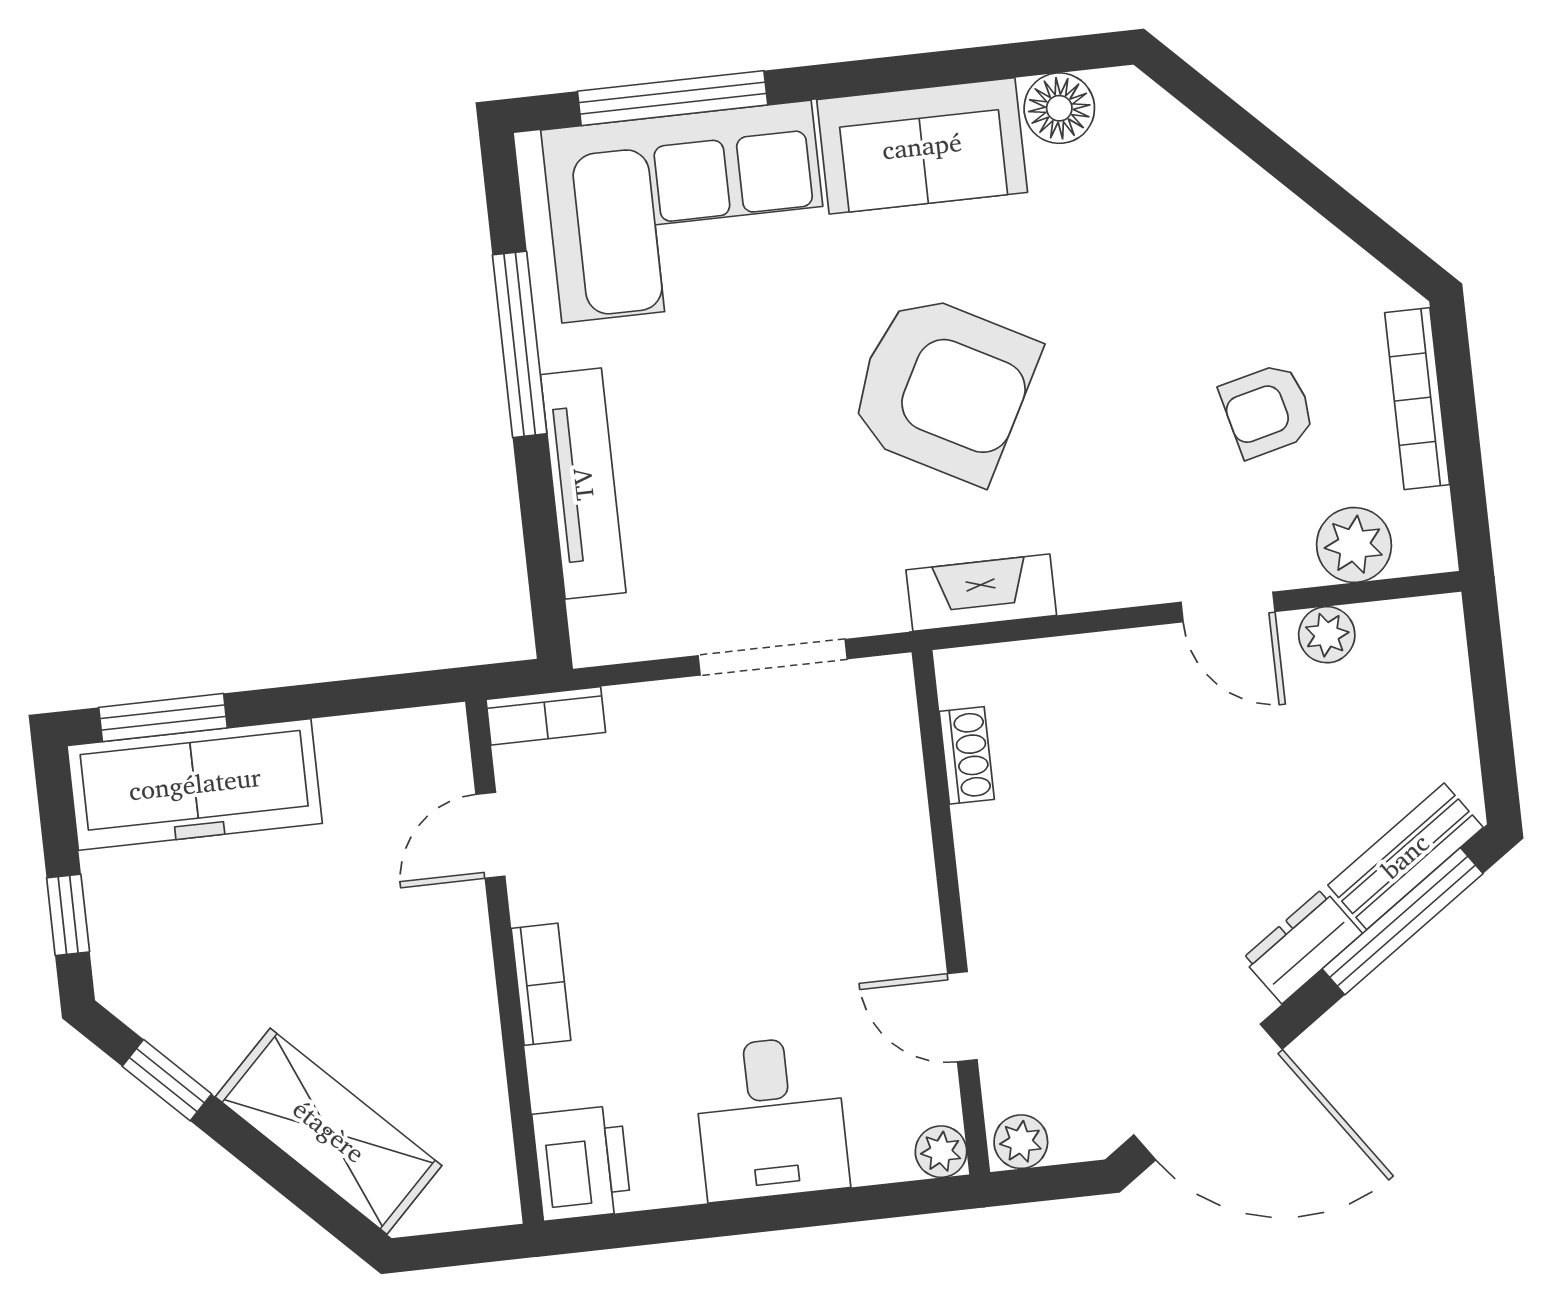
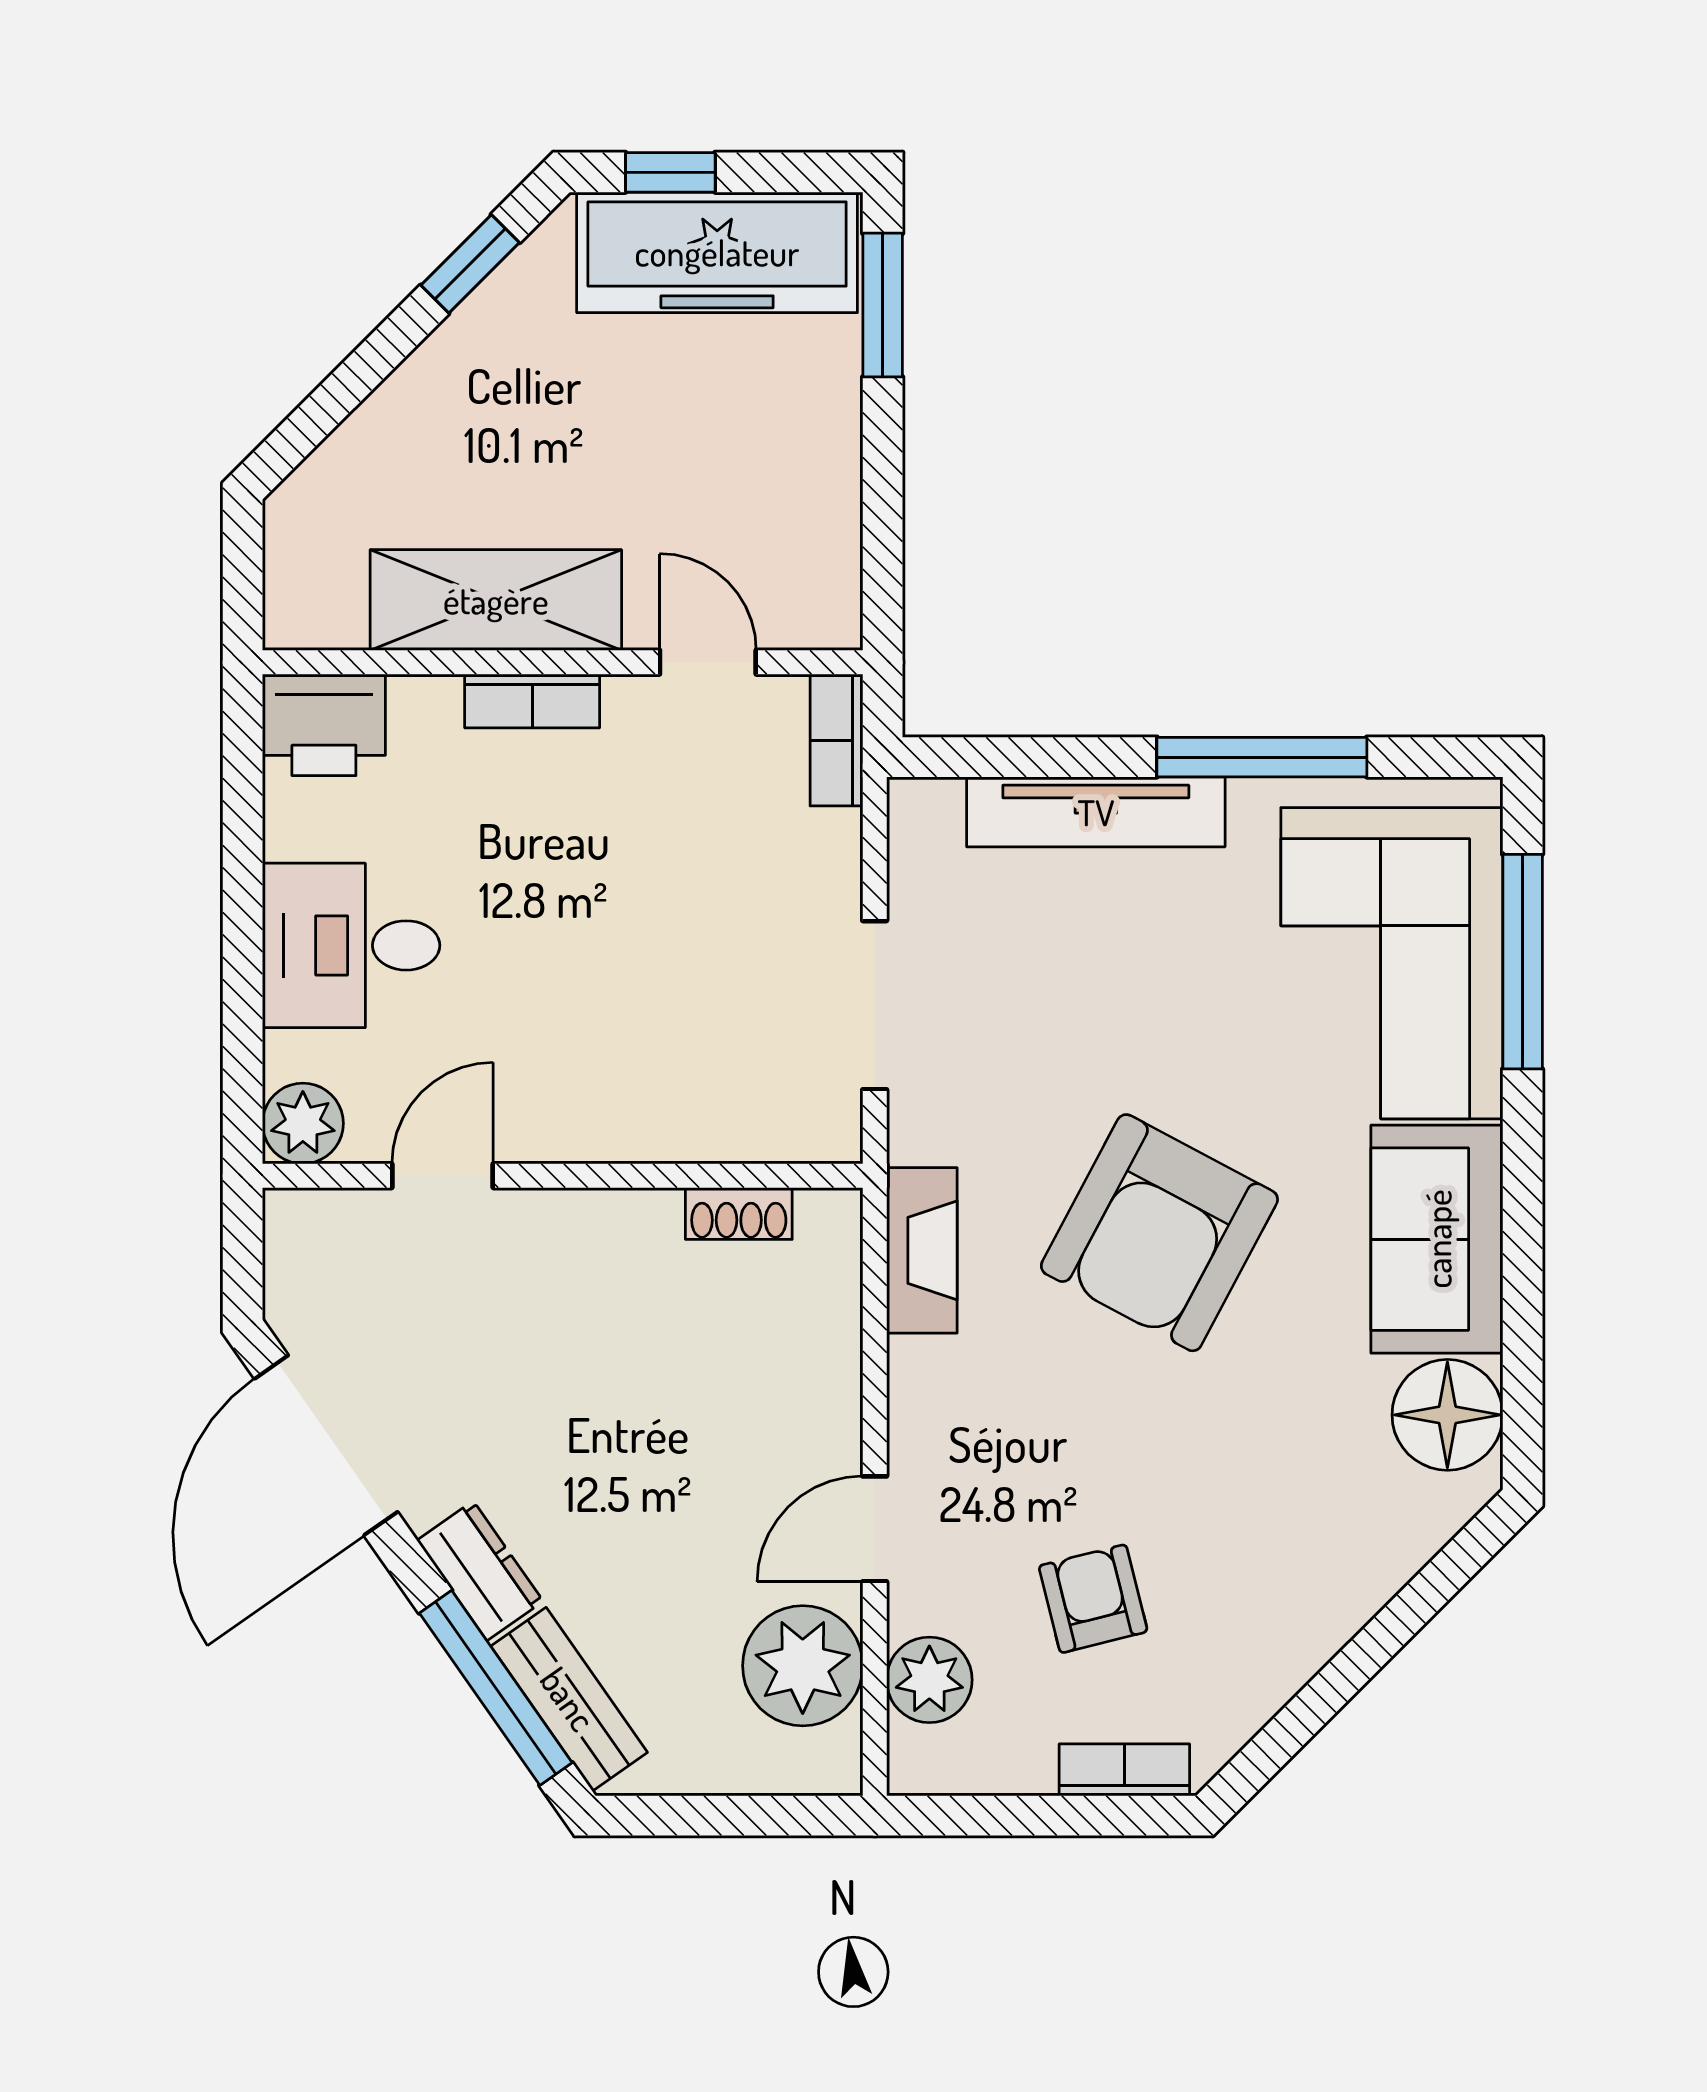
floor lamp: (1059, 108) -> (1447, 1415), width x1.38, depth x1.38
bookcase: (1417, 399) -> (1124, 1770), width x0.64
plant: (1327, 635) -> (803, 1666), width x1.88, depth x1.88
freezer: (195, 784) -> (717, 252), moved, turned -90
shelving: (329, 1131) -> (496, 600), moved, turned 45
plant: (1021, 1142) -> (293, 1226), removed
plant: (941, 1152) -> (303, 1123), width x1.38, depth x1.38

